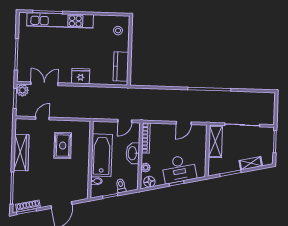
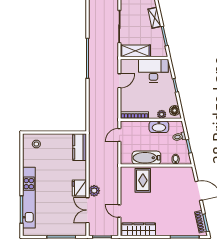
kitchen counter: (121, 66) -> (80, 147), moved, turned 90
fridge: (81, 76) -> (79, 188), moved
plant: (22, 90) -> (94, 191), moved
door: (125, 121) -> (119, 135), swing flipped
door: (184, 123) -> (119, 81), hinge flipped
rug: (63, 146) -> (143, 180), moved, turned 90
wardrobe: (21, 153) -> (139, 229), moved
washbasin: (133, 153) -> (159, 127), moved
bathtub: (102, 155) -> (146, 158), width x0.73, depth x0.73
desk: (179, 169) -> (153, 71), moved, turned -77

